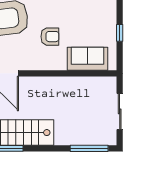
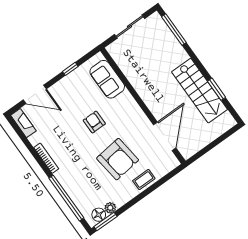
armchair: (50, 37) -> (94, 122), moved

